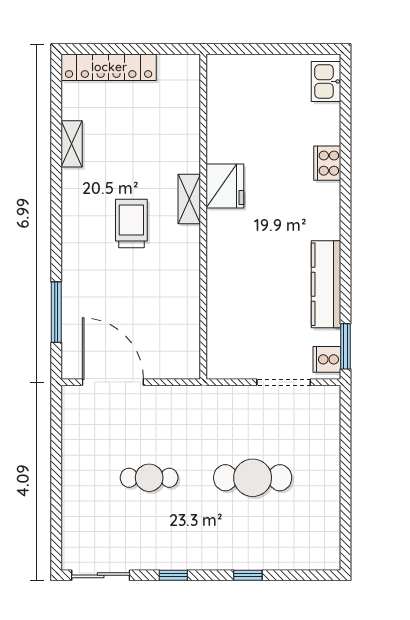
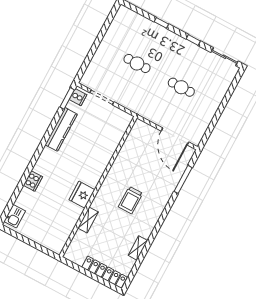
shelving: (189, 199) -> (88, 220), moved
cafe table: (253, 478) -> (137, 63), width x0.73, depth x0.74

